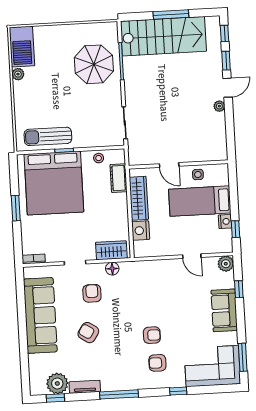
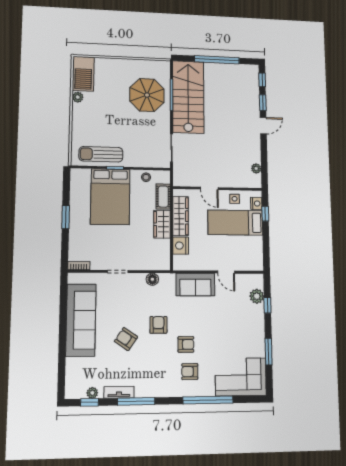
window: (171, 15) -> (217, 60), width x1.46
stairs: (163, 36) -> (188, 97), moved, turned -90
plant: (219, 106) -> (256, 168), moved
bed: (54, 183) -> (110, 197), width x0.73
nightstand: (225, 221) -> (256, 203), moved
window: (235, 229) -> (265, 214), moved
wardrobe: (111, 250) -> (162, 224), moved, turned -90
plant: (226, 264) -> (257, 296), moved
armchair: (92, 293) -> (158, 325), moved
sofa: (224, 310) -> (195, 285), moved, turned -90
window: (243, 357) -> (269, 352), moved
plant: (57, 383) -> (92, 393), width x0.53, depth x0.53
window: (178, 391) -> (208, 400), width x3.17
window: (119, 394) -> (136, 401), moved

